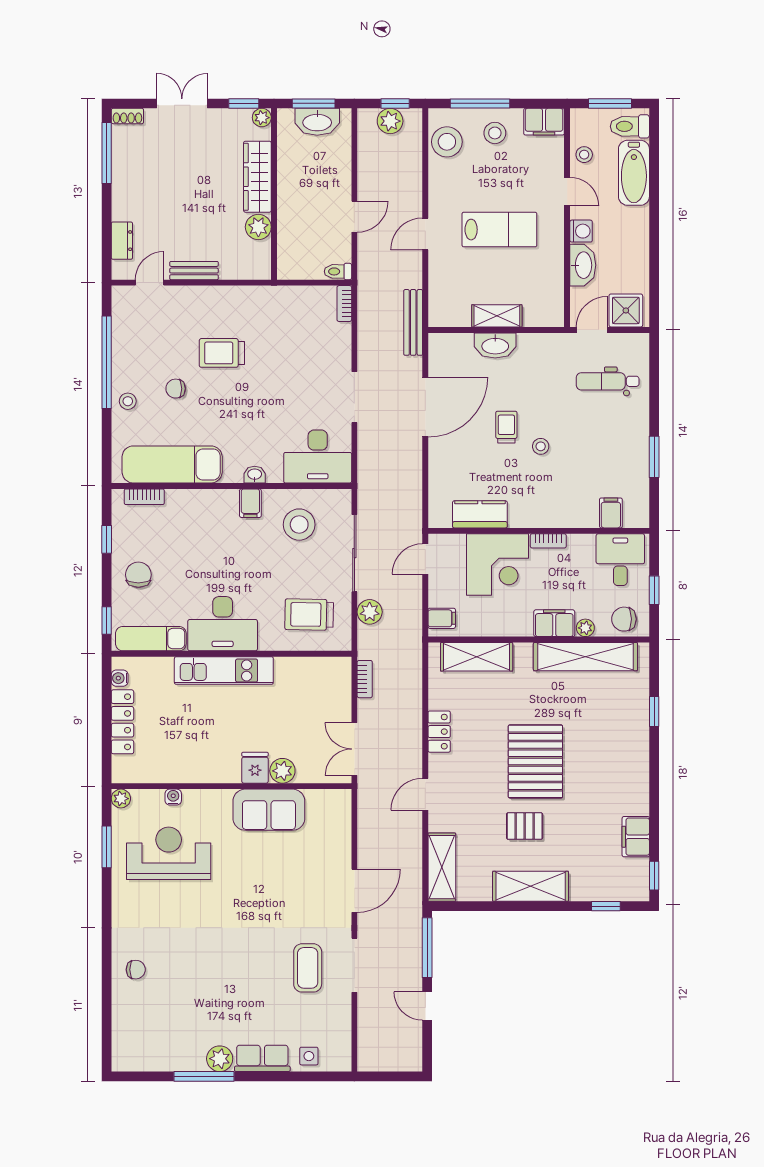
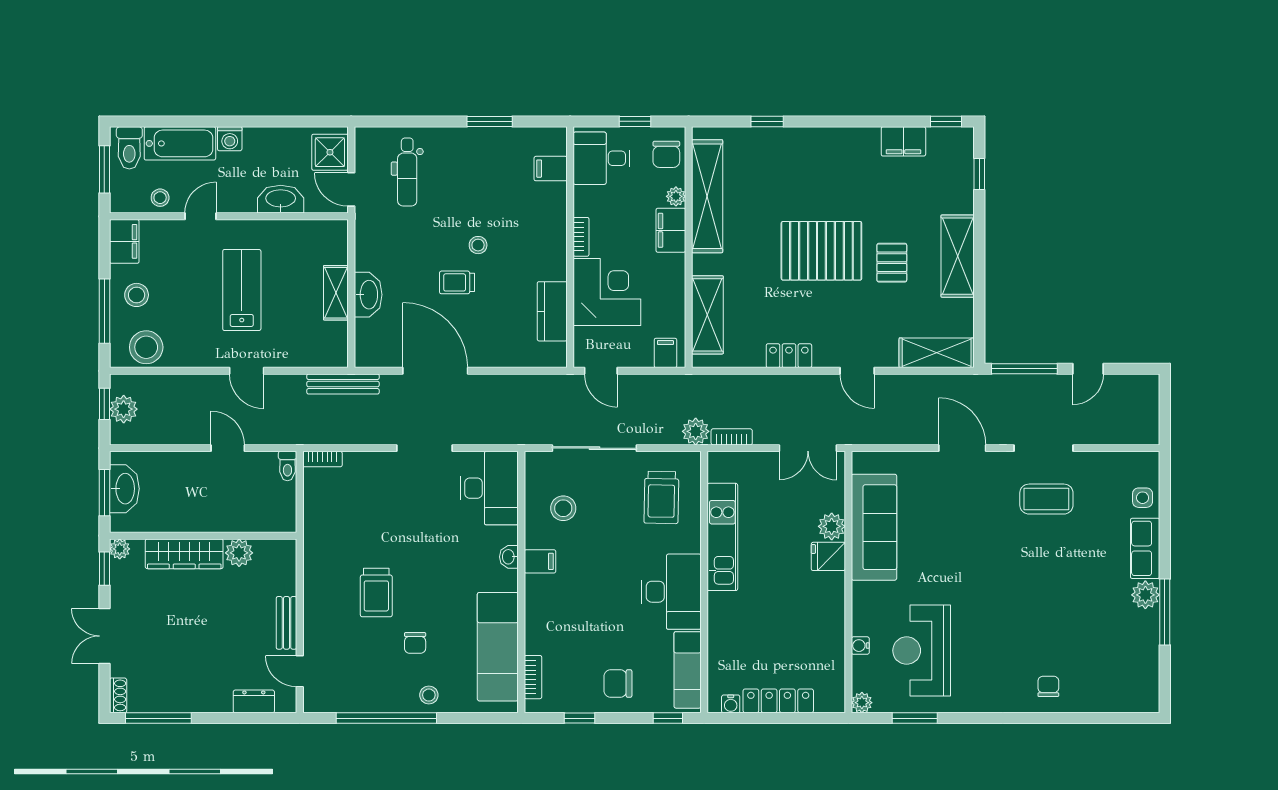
washing machine: (581, 231) -> (230, 139), moved, turned 180
stool: (299, 525) -> (563, 508), width x0.73, depth x0.73
plant: (370, 612) -> (696, 431), moved
kitchen unit: (224, 671) -> (722, 537), moved
sofa: (269, 810) -> (874, 527), width x1.36

